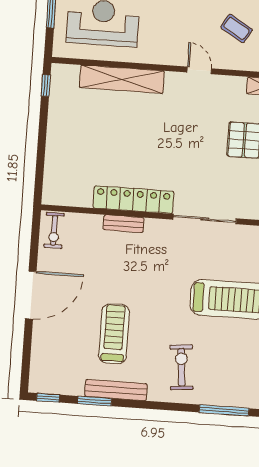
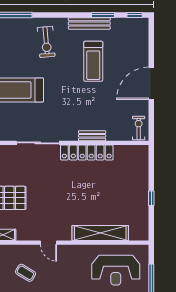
window: (46, 86) -> (151, 198), moved

